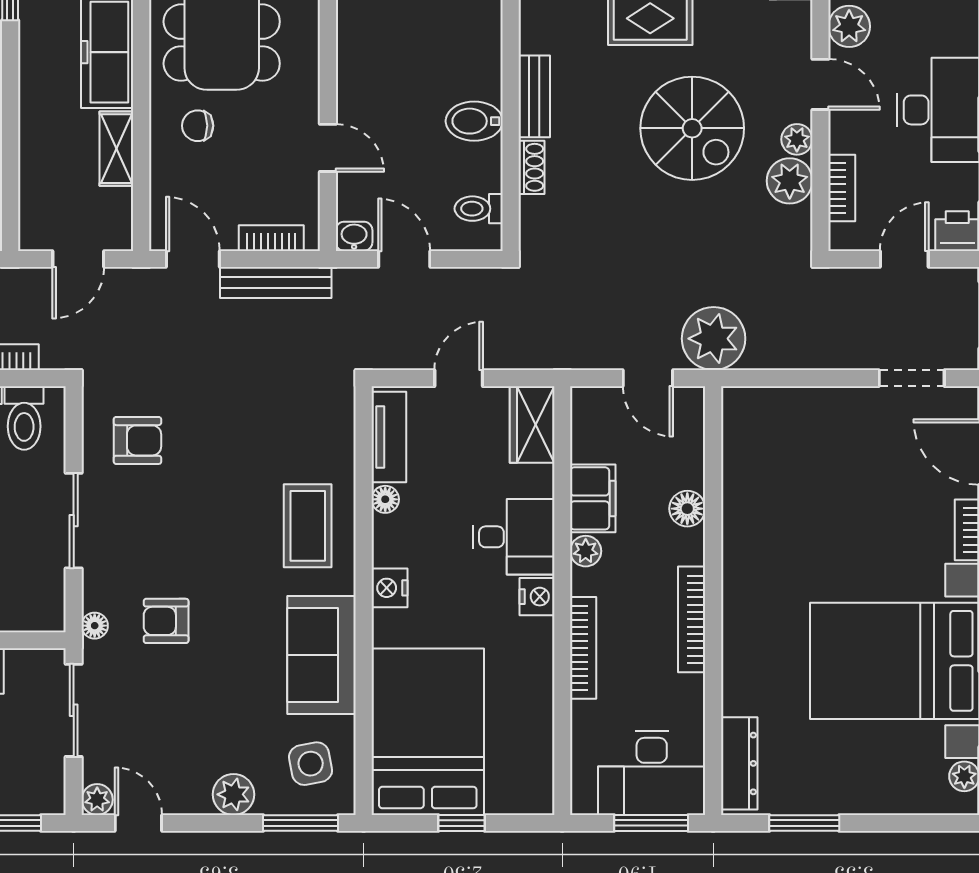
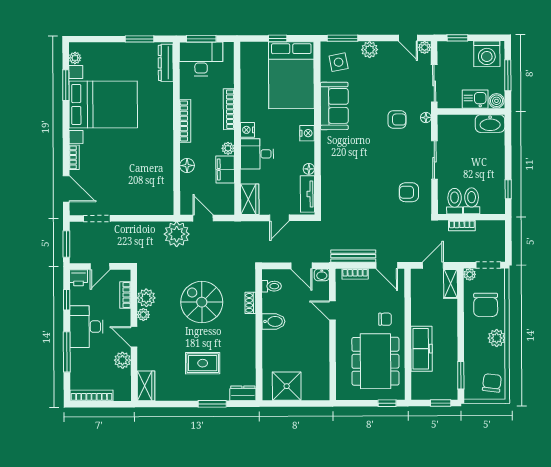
bench: (534, 96) -> (249, 331), removed
spiral stairs: (692, 128) -> (202, 302), moved
shelving: (116, 149) -> (450, 283), moved
coffee table: (308, 526) -> (340, 158), removed

